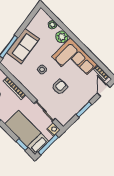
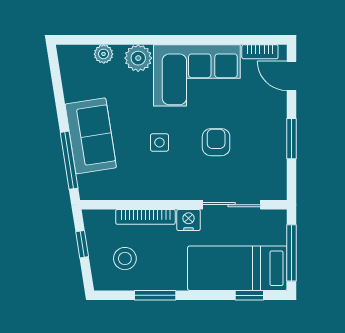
nightstand: (53, 130) -> (189, 220), moved

